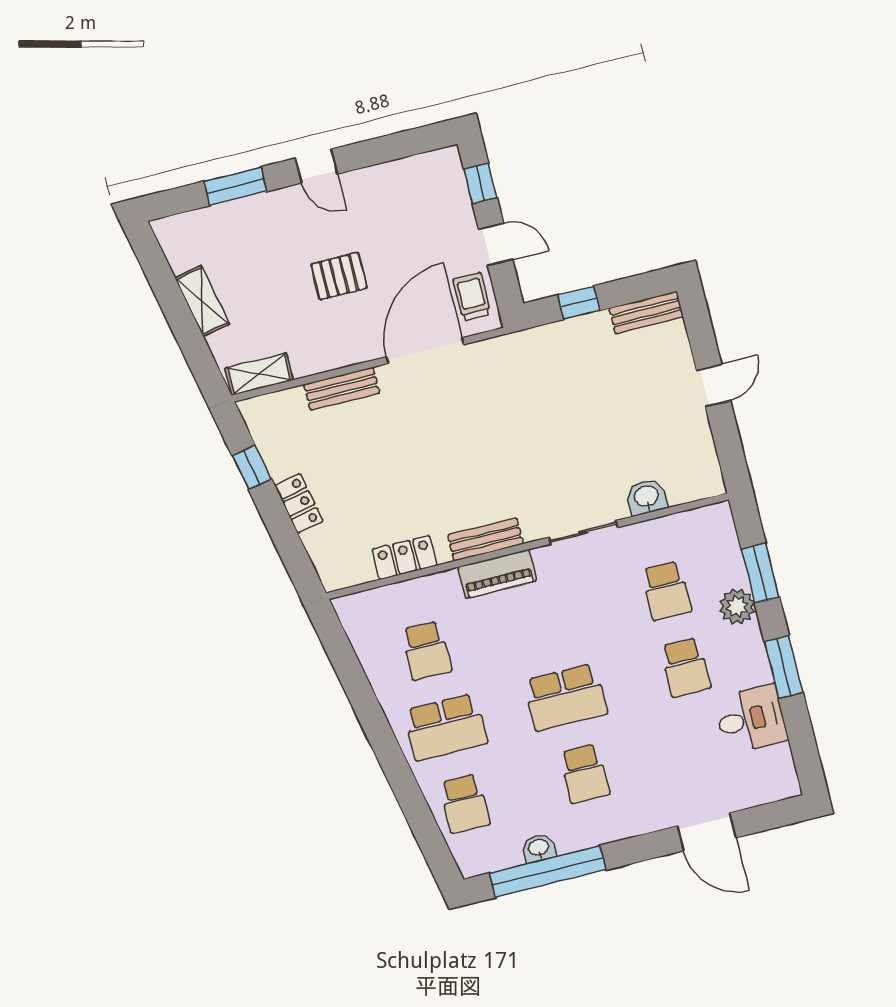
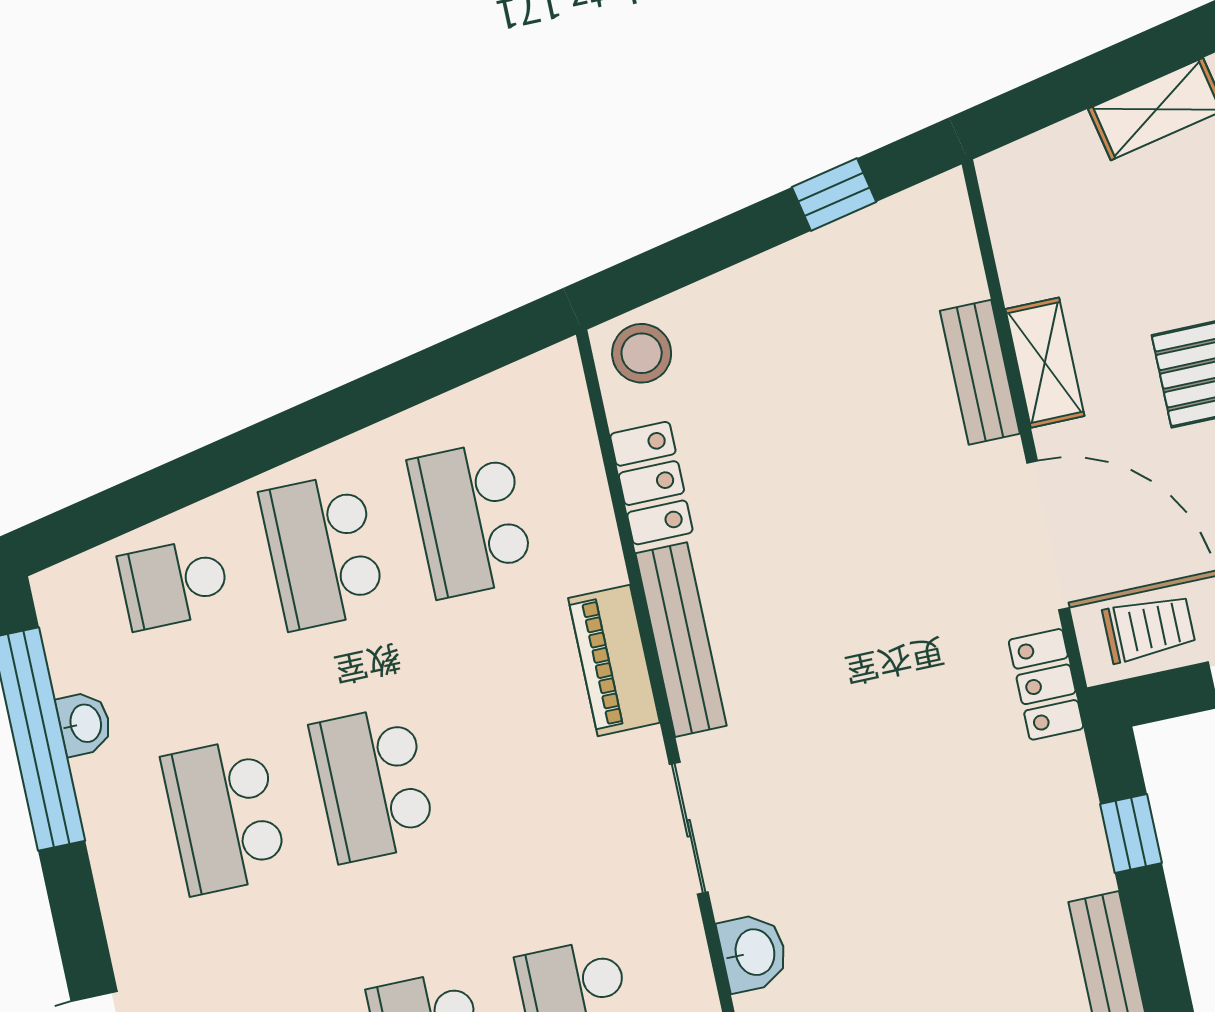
shelving: (259, 374) -> (1045, 363), moved
locker: (299, 503) -> (1046, 684), moved, turned 102
bench: (485, 539) -> (681, 640), width x1.36
stool: (337, 565) -> (642, 353), added
school desk: (426, 650) -> (471, 519), width x1.85
school desk: (584, 774) -> (225, 816), width x1.85

